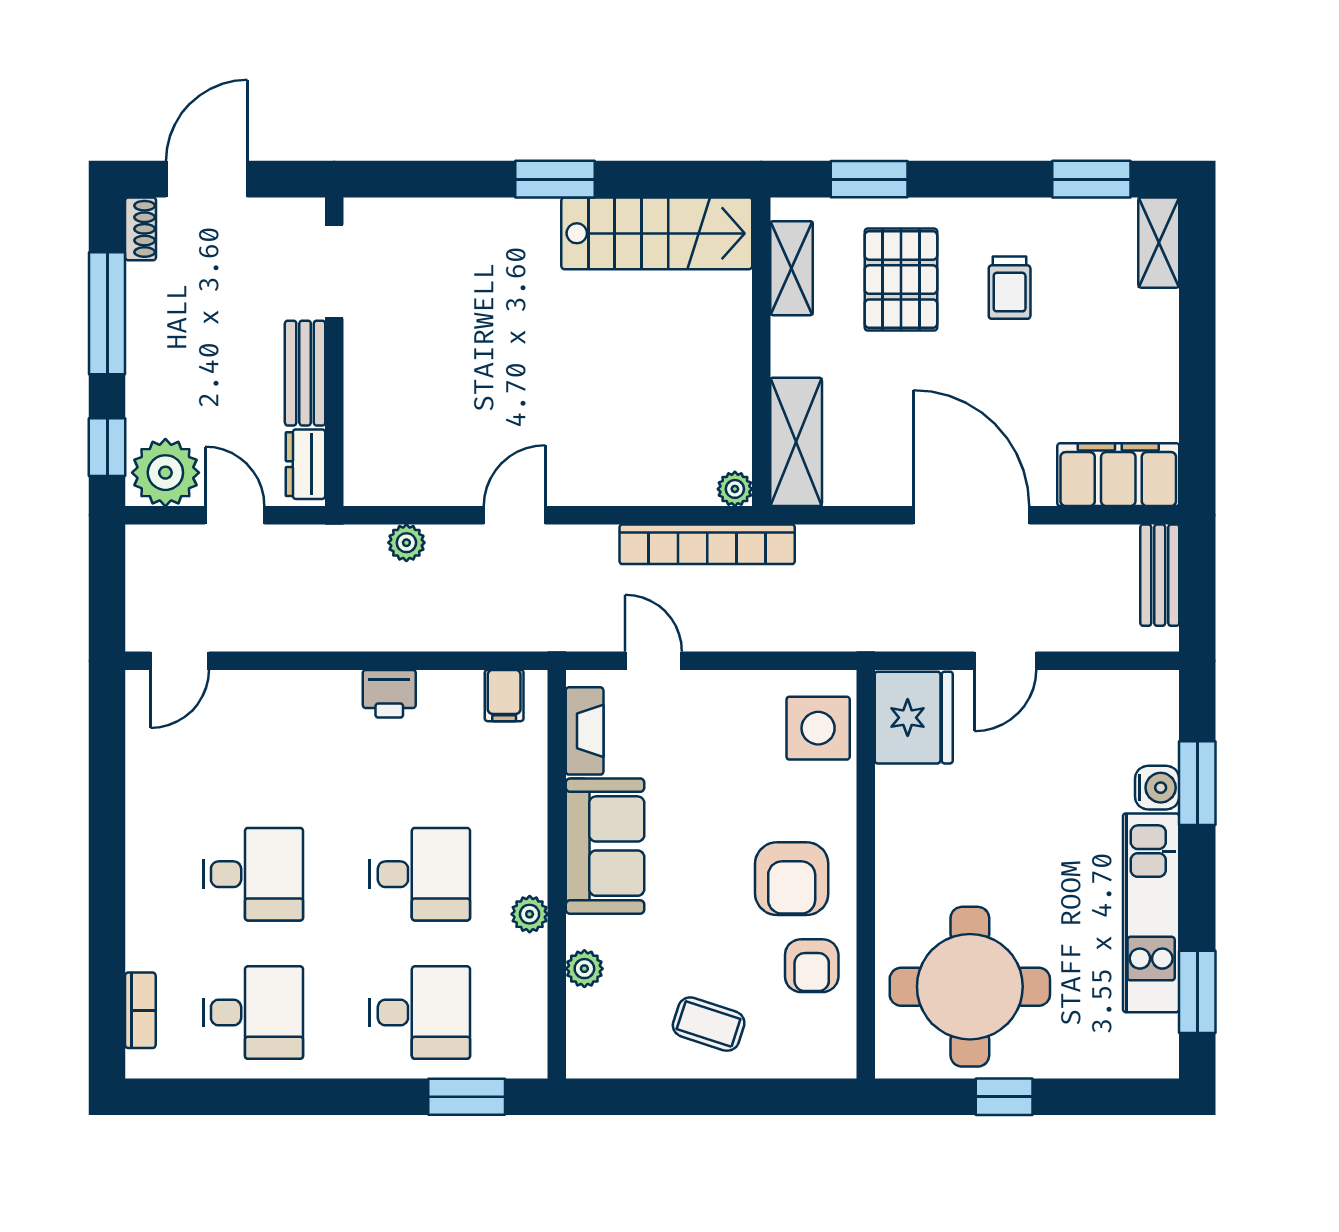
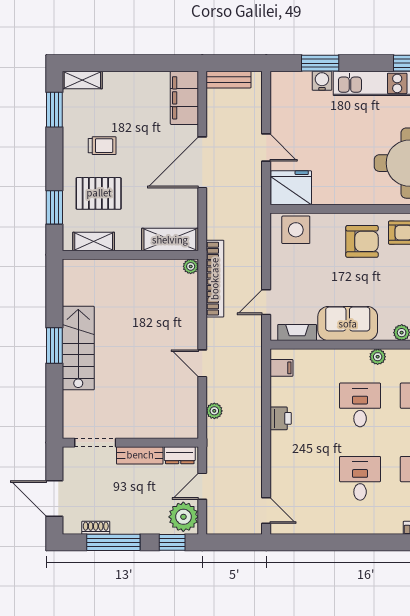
shoe rack: (141, 229) -> (96, 528), moved
stairs: (657, 233) -> (78, 348), moved

